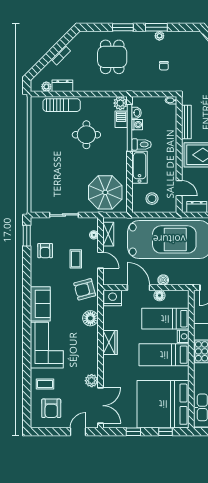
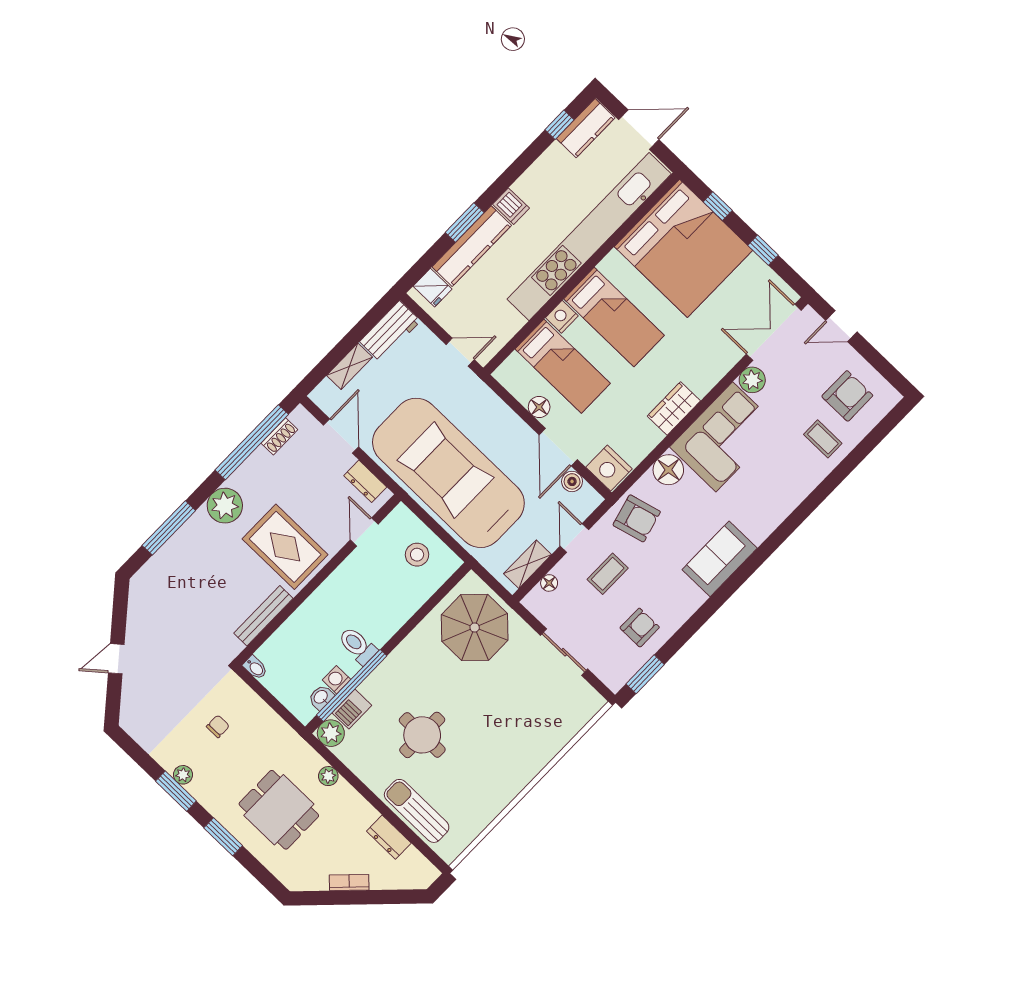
dining table: (112, 57) -> (279, 810), turned 90
plant: (46, 87) -> (328, 776), moved
bathtub: (140, 167) -> (392, 616), removed
boiler: (163, 280) -> (572, 481), moved
corner sofa: (47, 345) -> (724, 437), moved, turned 180

